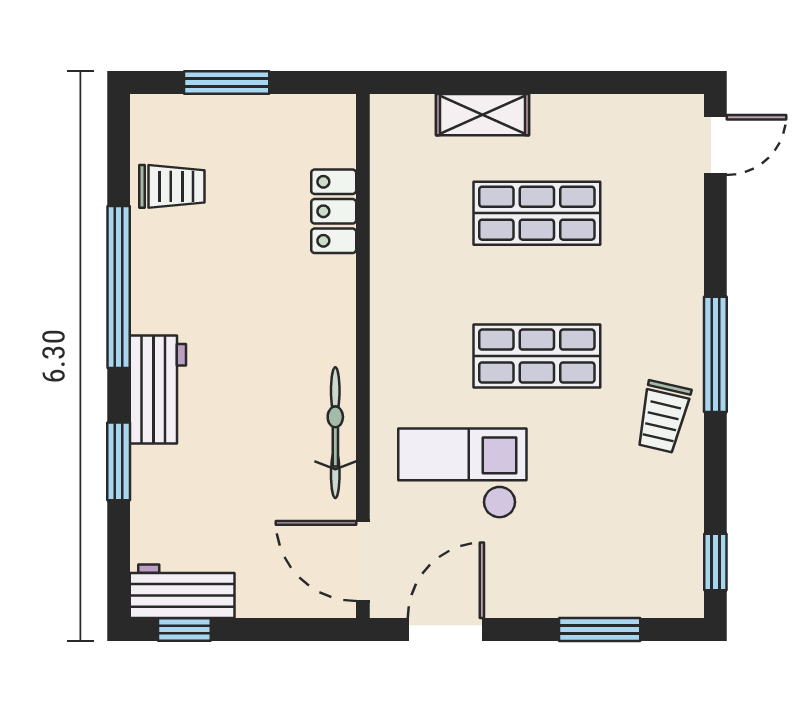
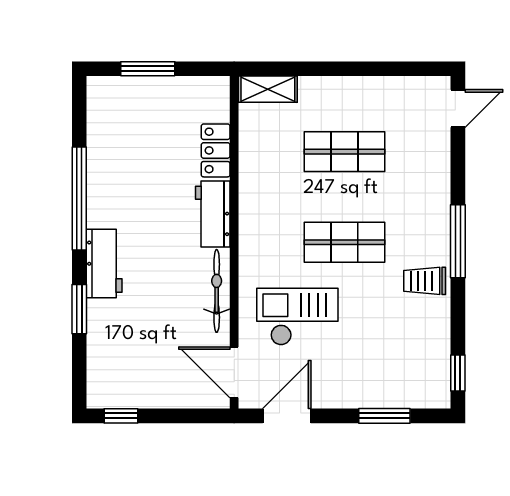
shelving: (482, 115) -> (268, 89), moved
trolley: (172, 186) -> (113, 135), removed
trolley: (663, 417) -> (425, 281), turned 77
workbench: (182, 591) -> (213, 214), moved, turned -90

